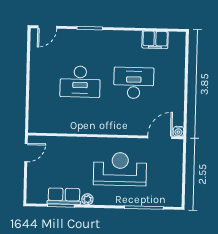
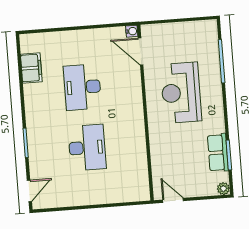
door: (47, 27) -> (29, 191), hinge flipped
plant: (87, 199) -> (223, 189), moved

